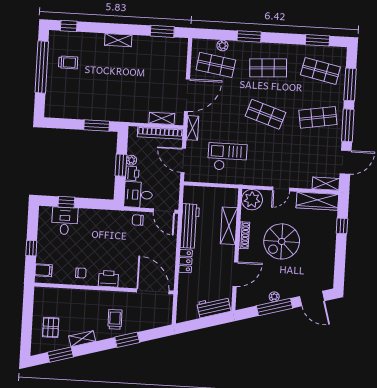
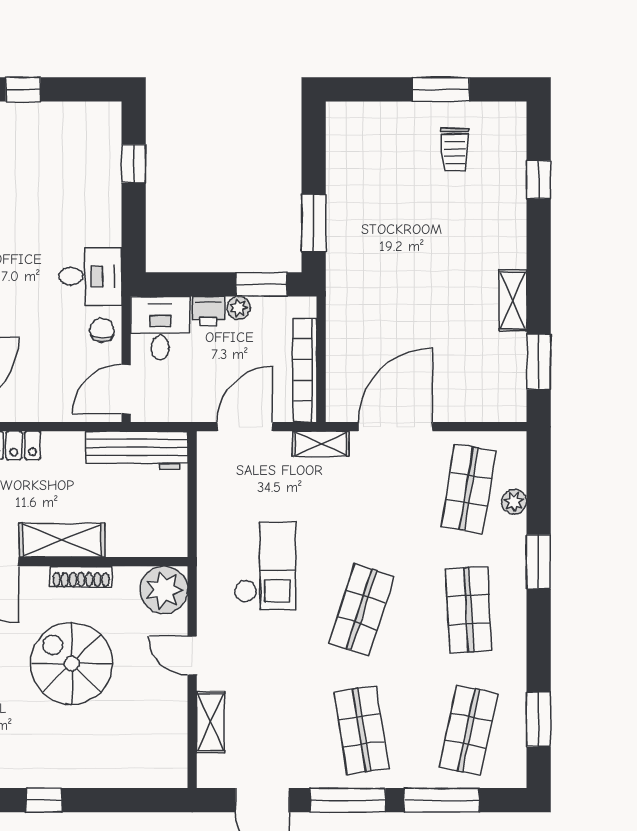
window: (69, 26) -> (539, 180), moved
shelving: (118, 40) -> (513, 300), moved
window: (42, 67) -> (441, 89), width x0.47
door: (187, 95) -> (395, 427), swing flipped
shelving: (162, 118) -> (339, 372), removed
checkout: (227, 157) -> (265, 566), moved
window: (121, 165) -> (262, 284), moved
shelving: (326, 184) -> (210, 722), moved
wardrobe: (317, 201) -> (169, 740), removed
desk: (65, 221) -> (90, 276), moved
workbench: (190, 226) -> (137, 450), moved
shelving: (229, 226) -> (62, 540), moved
window: (342, 226) -> (44, 800), moved

